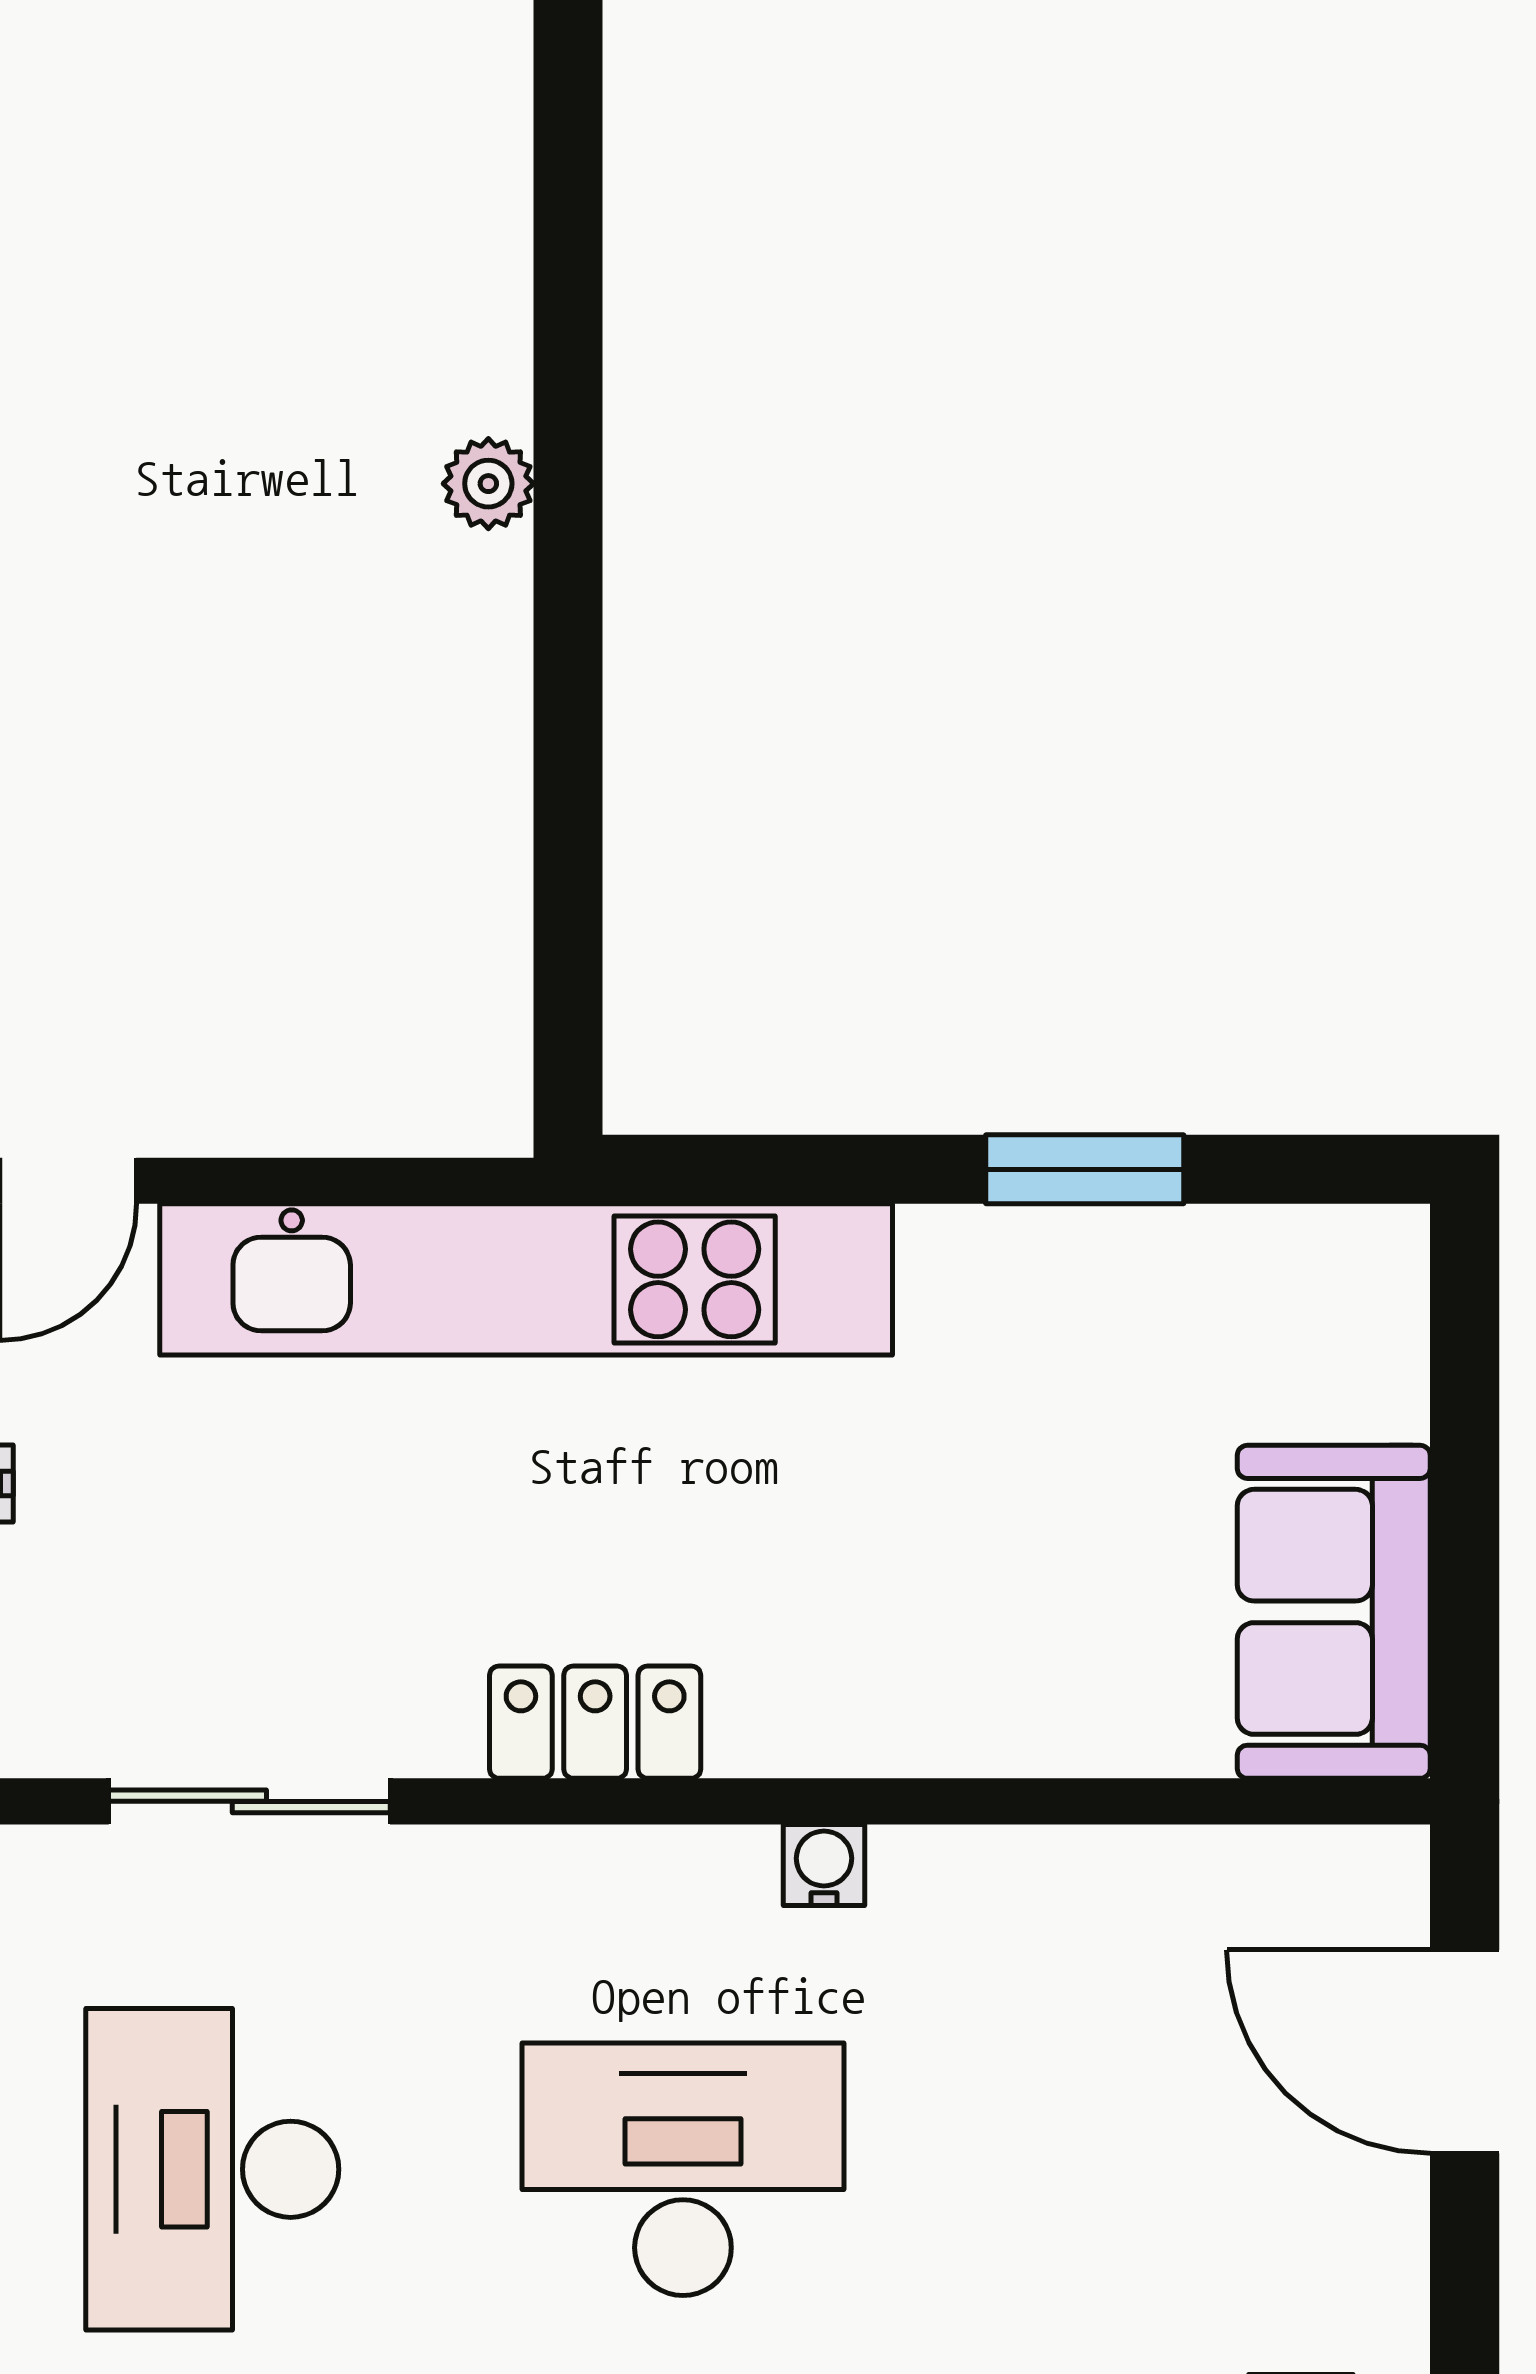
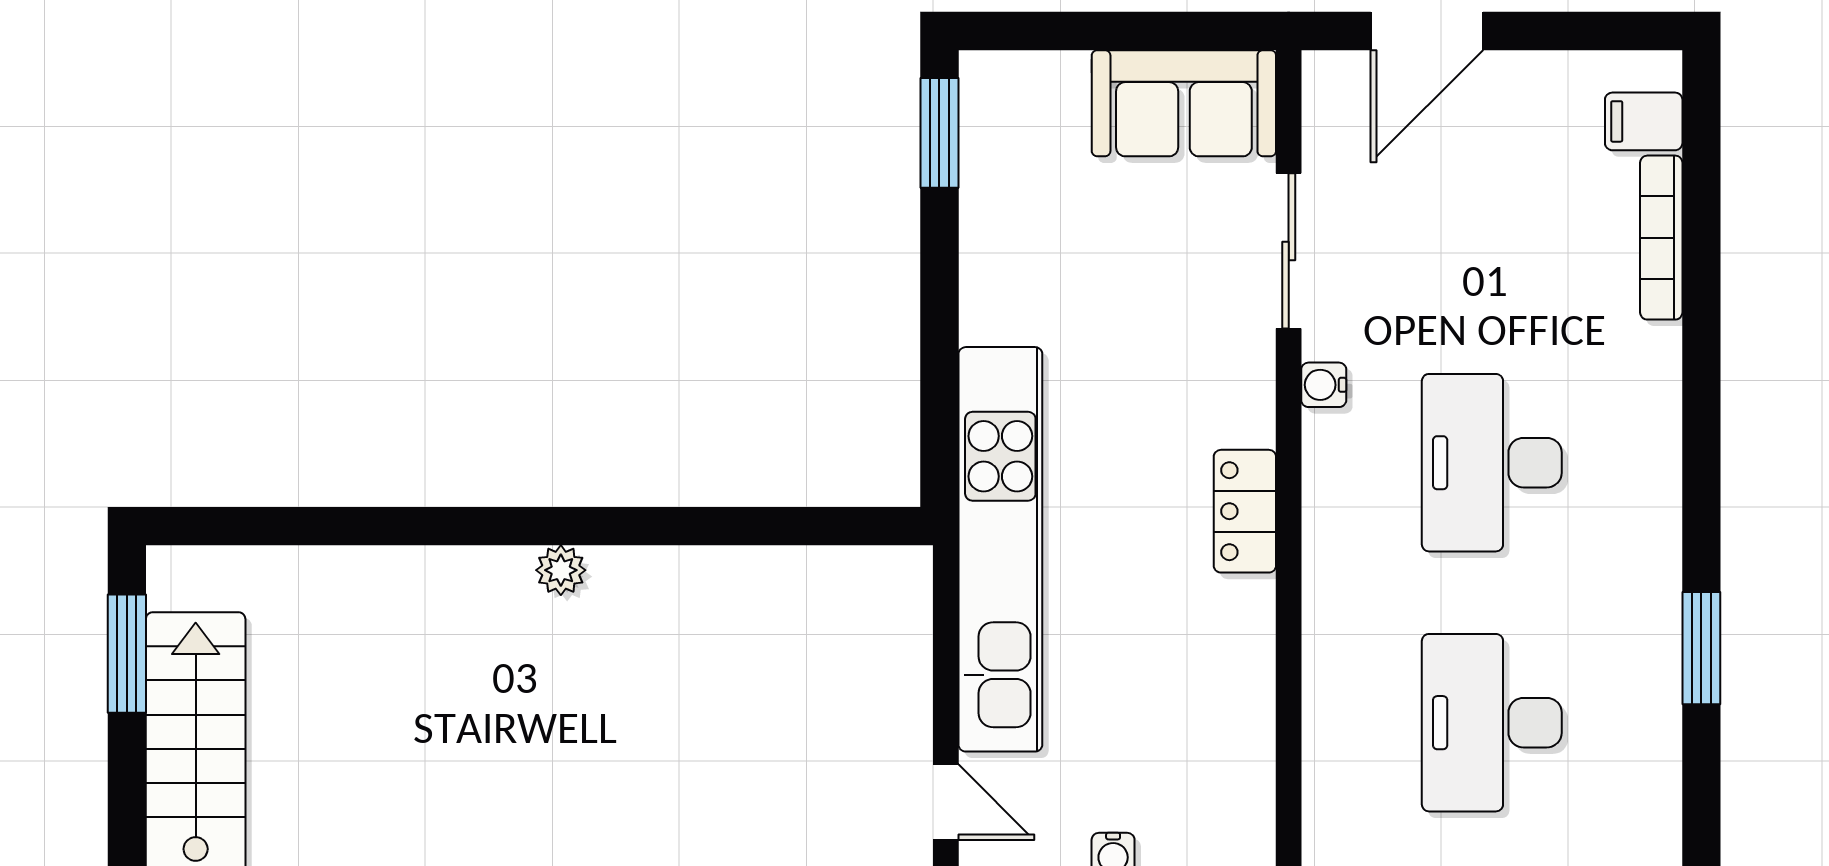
window: (1085, 1169) -> (939, 133), moved
sliding door: (249, 1801) -> (1289, 251), moved
desk: (212, 2169) -> (1492, 723), turned 90

